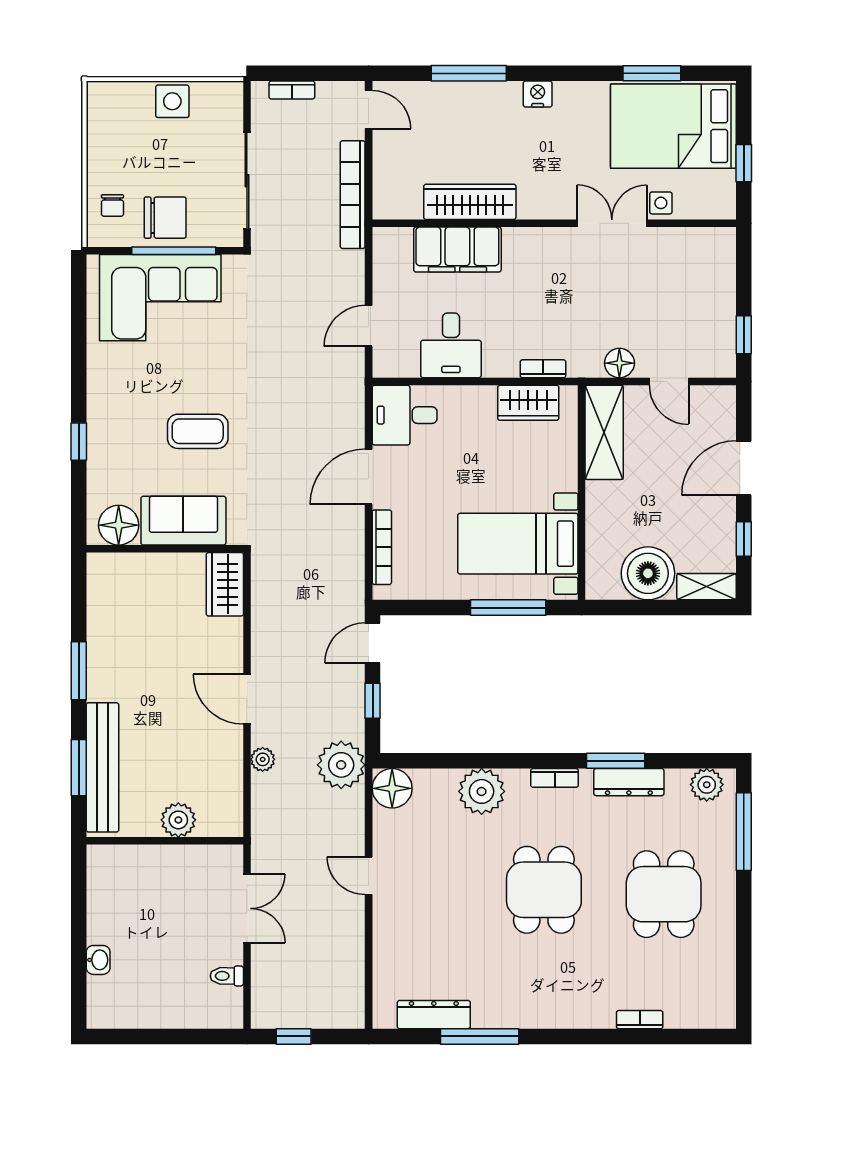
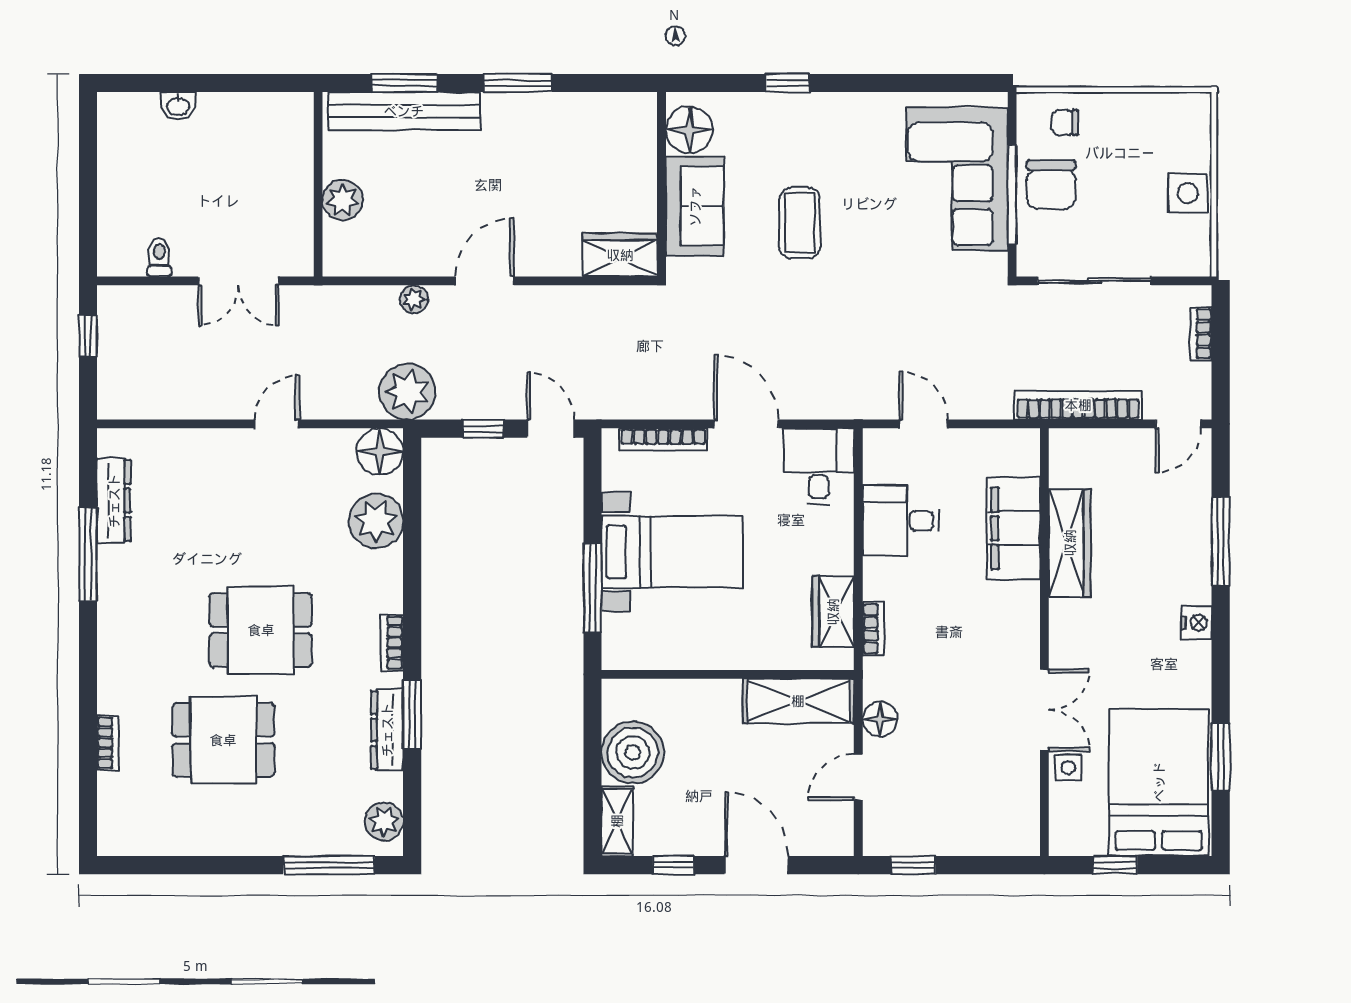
bed with nightstands: (518, 544) -> (672, 552), moved, turned 90
plant: (482, 791) -> (376, 521), moved
dining table: (664, 894) -> (223, 740), moved

